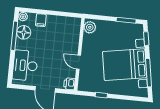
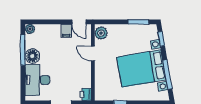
door: (70, 15) -> (79, 22), added
filing cabinet: (41, 20) -> (66, 31), moved
floor lamp: (24, 32) -> (32, 56), moved
door: (79, 62) -> (93, 54), moved

